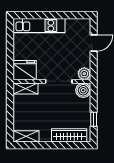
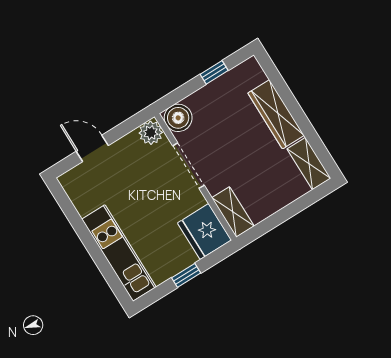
window: (10, 50) -> (186, 275), added
wardrobe: (69, 135) -> (276, 114), moved

